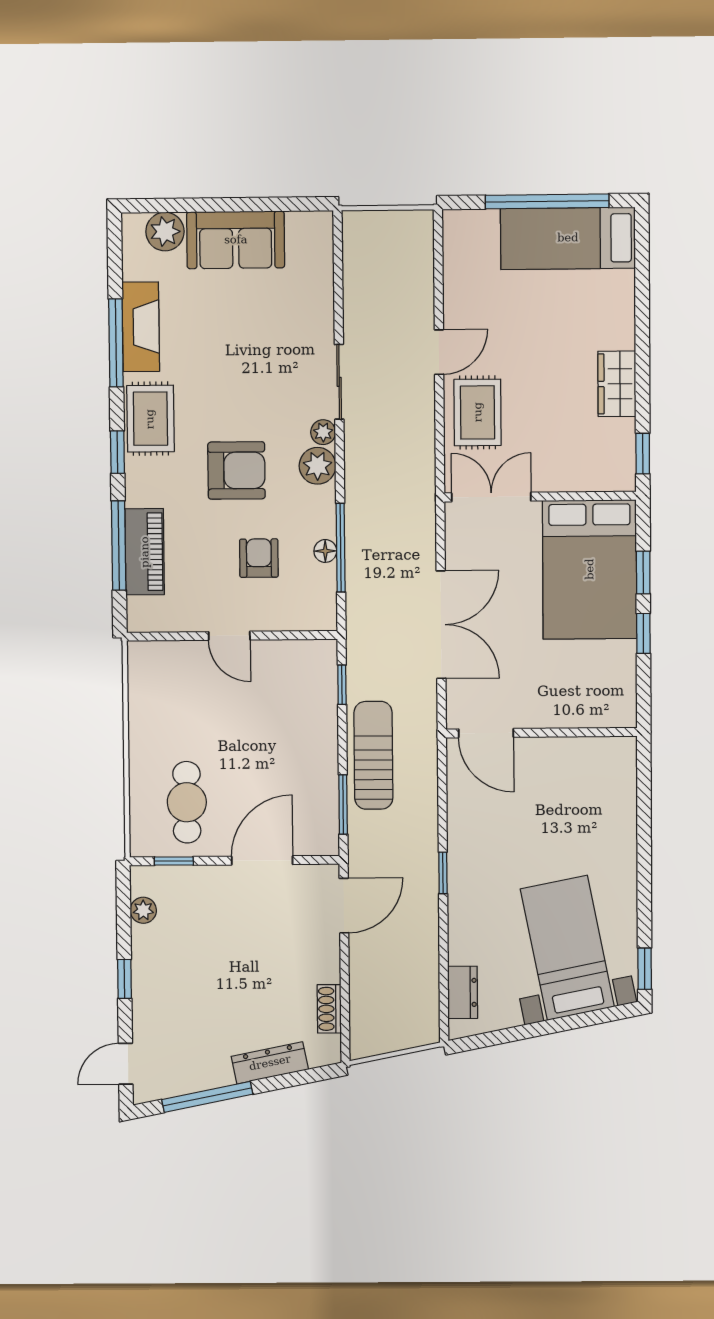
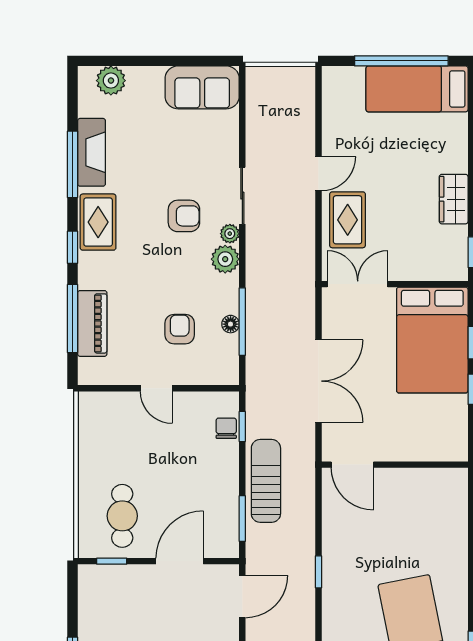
sofa: (236, 240) -> (202, 87), moved
armchair: (236, 470) -> (184, 216), moved, width x0.72, depth x0.72
chair: (321, 687) -> (226, 428), added
plant: (143, 910) -> (88, 599), removed

